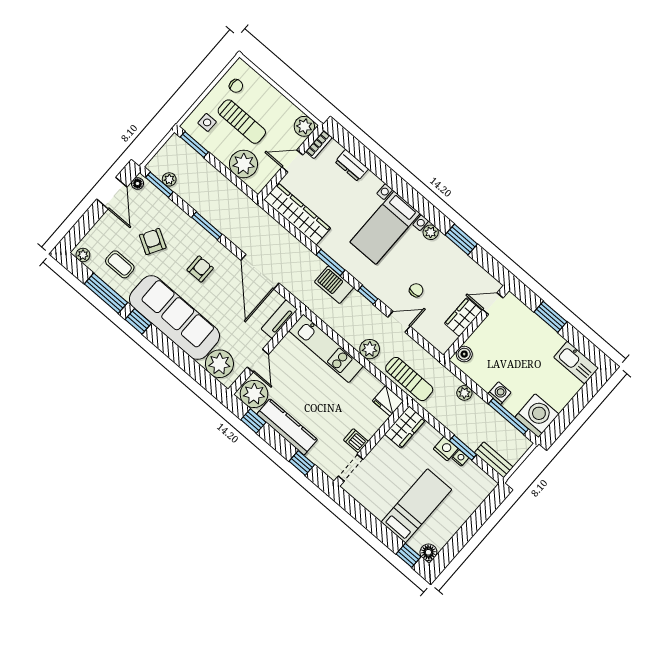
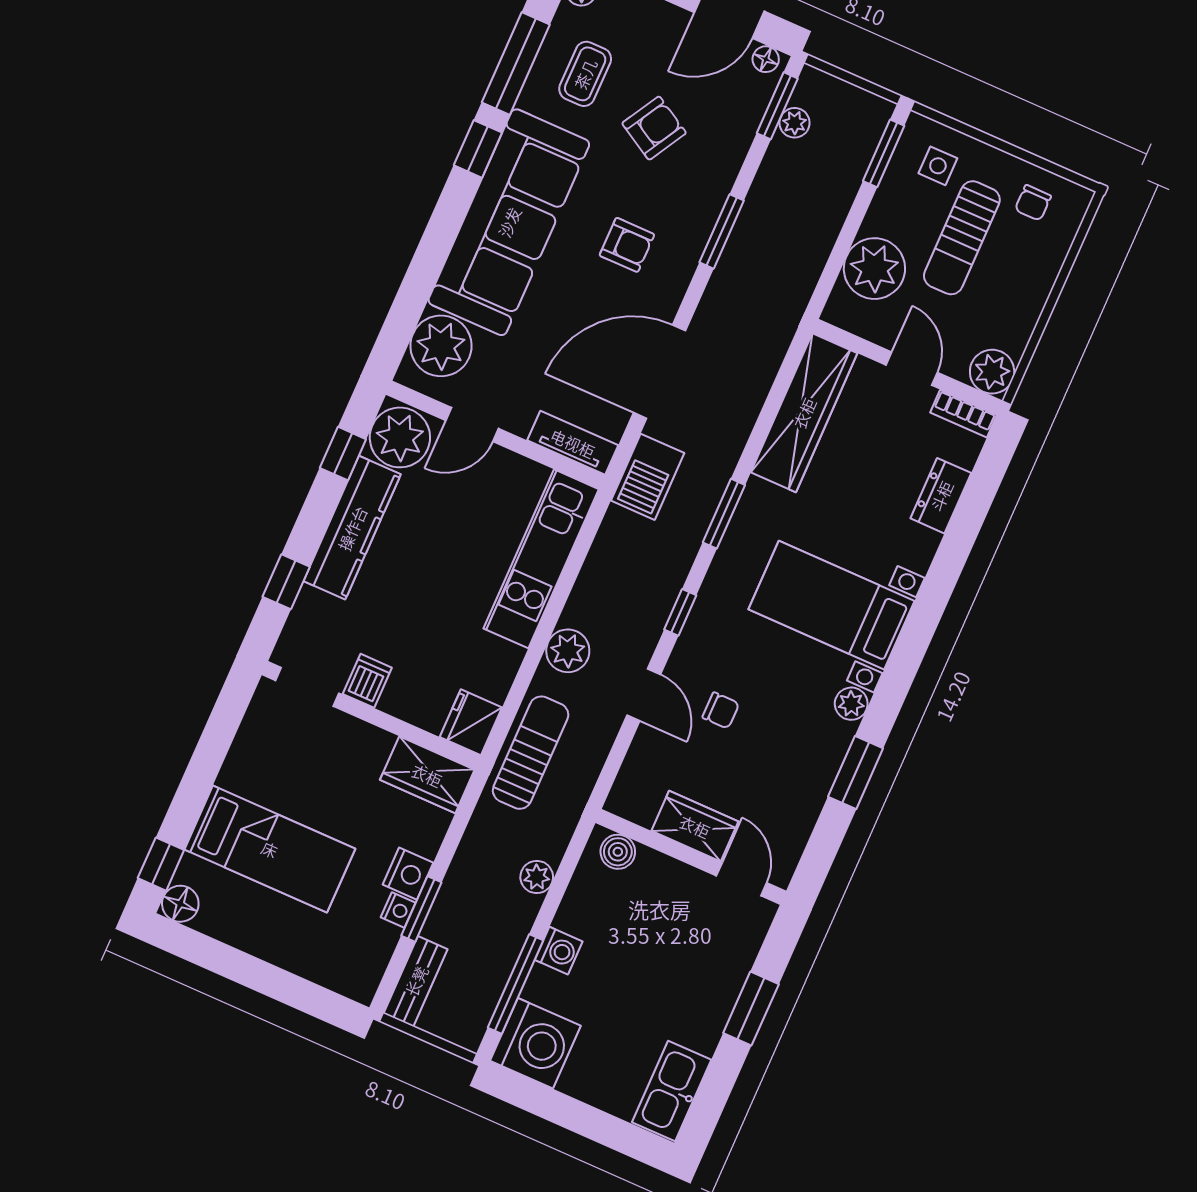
barbecue: (334, 285) -> (648, 477), moved, turned 180
sun lounger: (409, 379) -> (531, 753), turned 180

